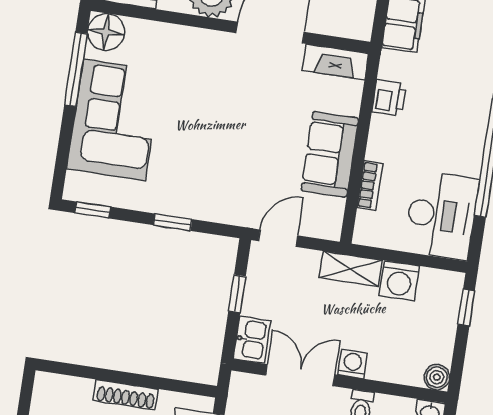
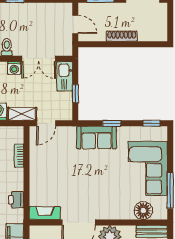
floor lamp: (106, 32) -> (143, 211), moved
sofa: (330, 154) -> (97, 138), moved, turned 90
door: (278, 238) -> (46, 123), moved
kitchen sink: (252, 340) -> (65, 76), width x1.38

